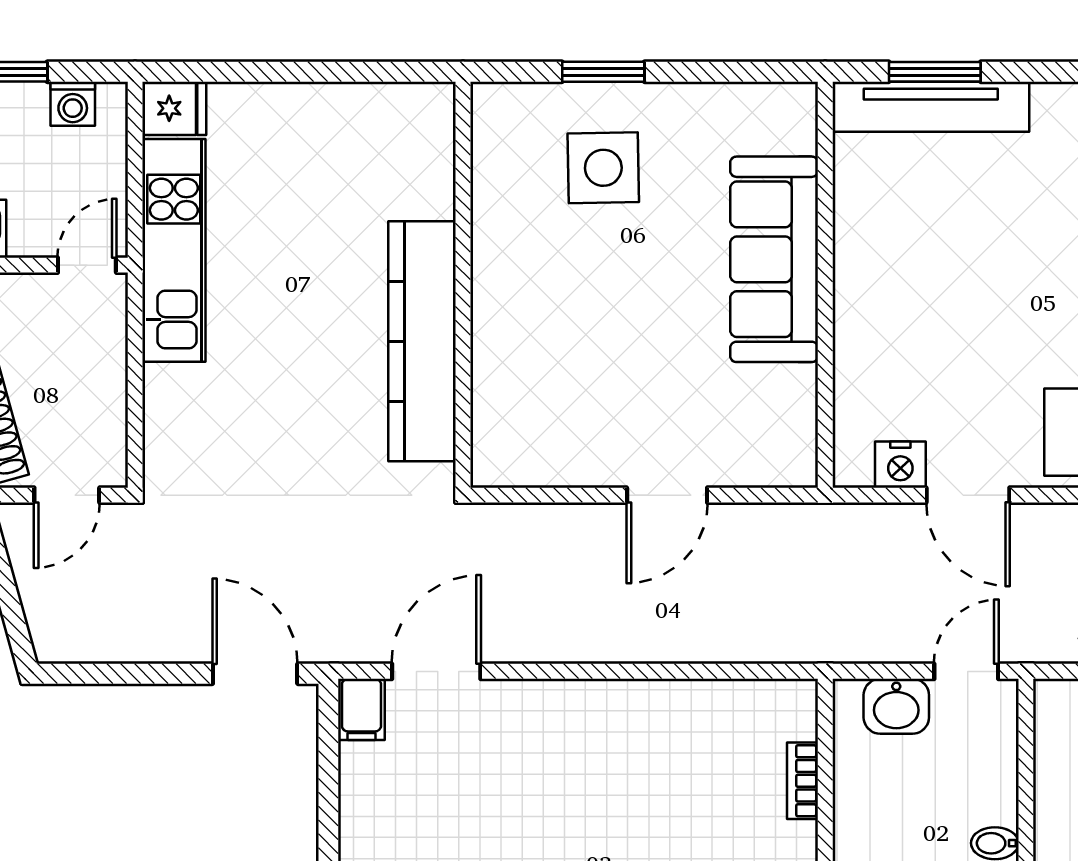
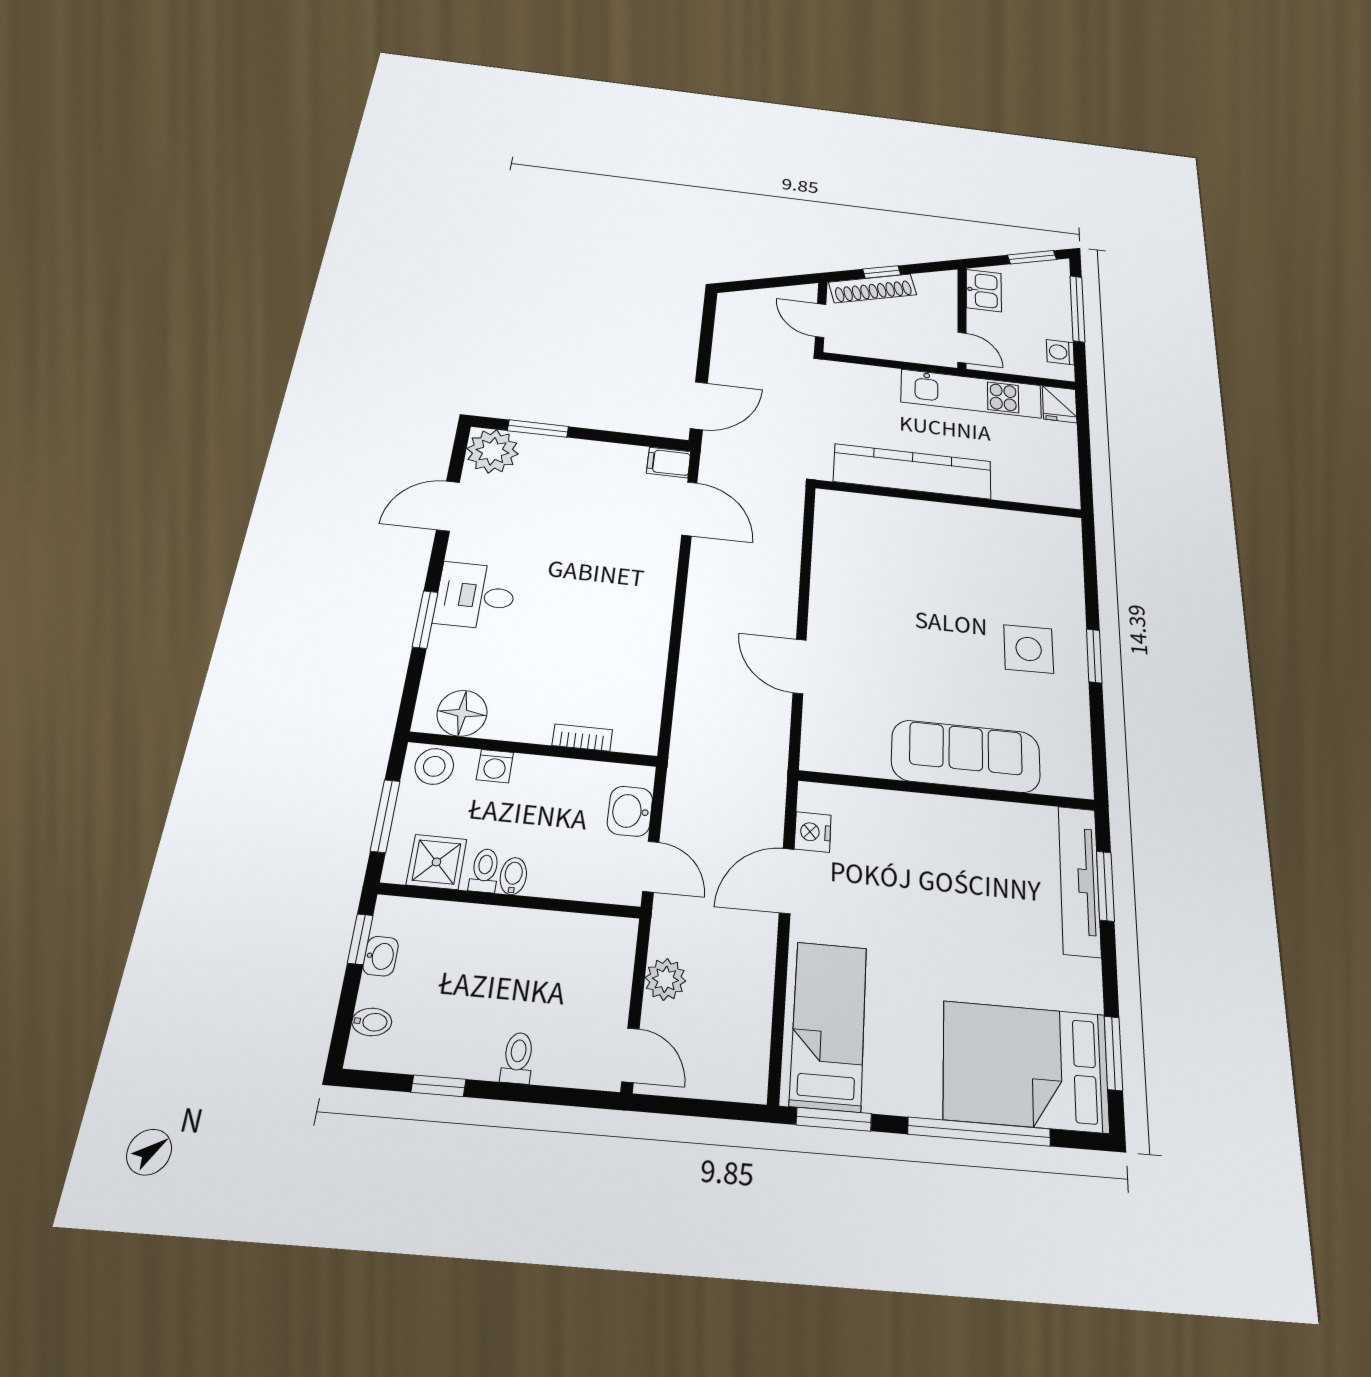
wall: (463, 285) -> (949, 499), moved
kitchen counter: (422, 341) -> (913, 471), moved

